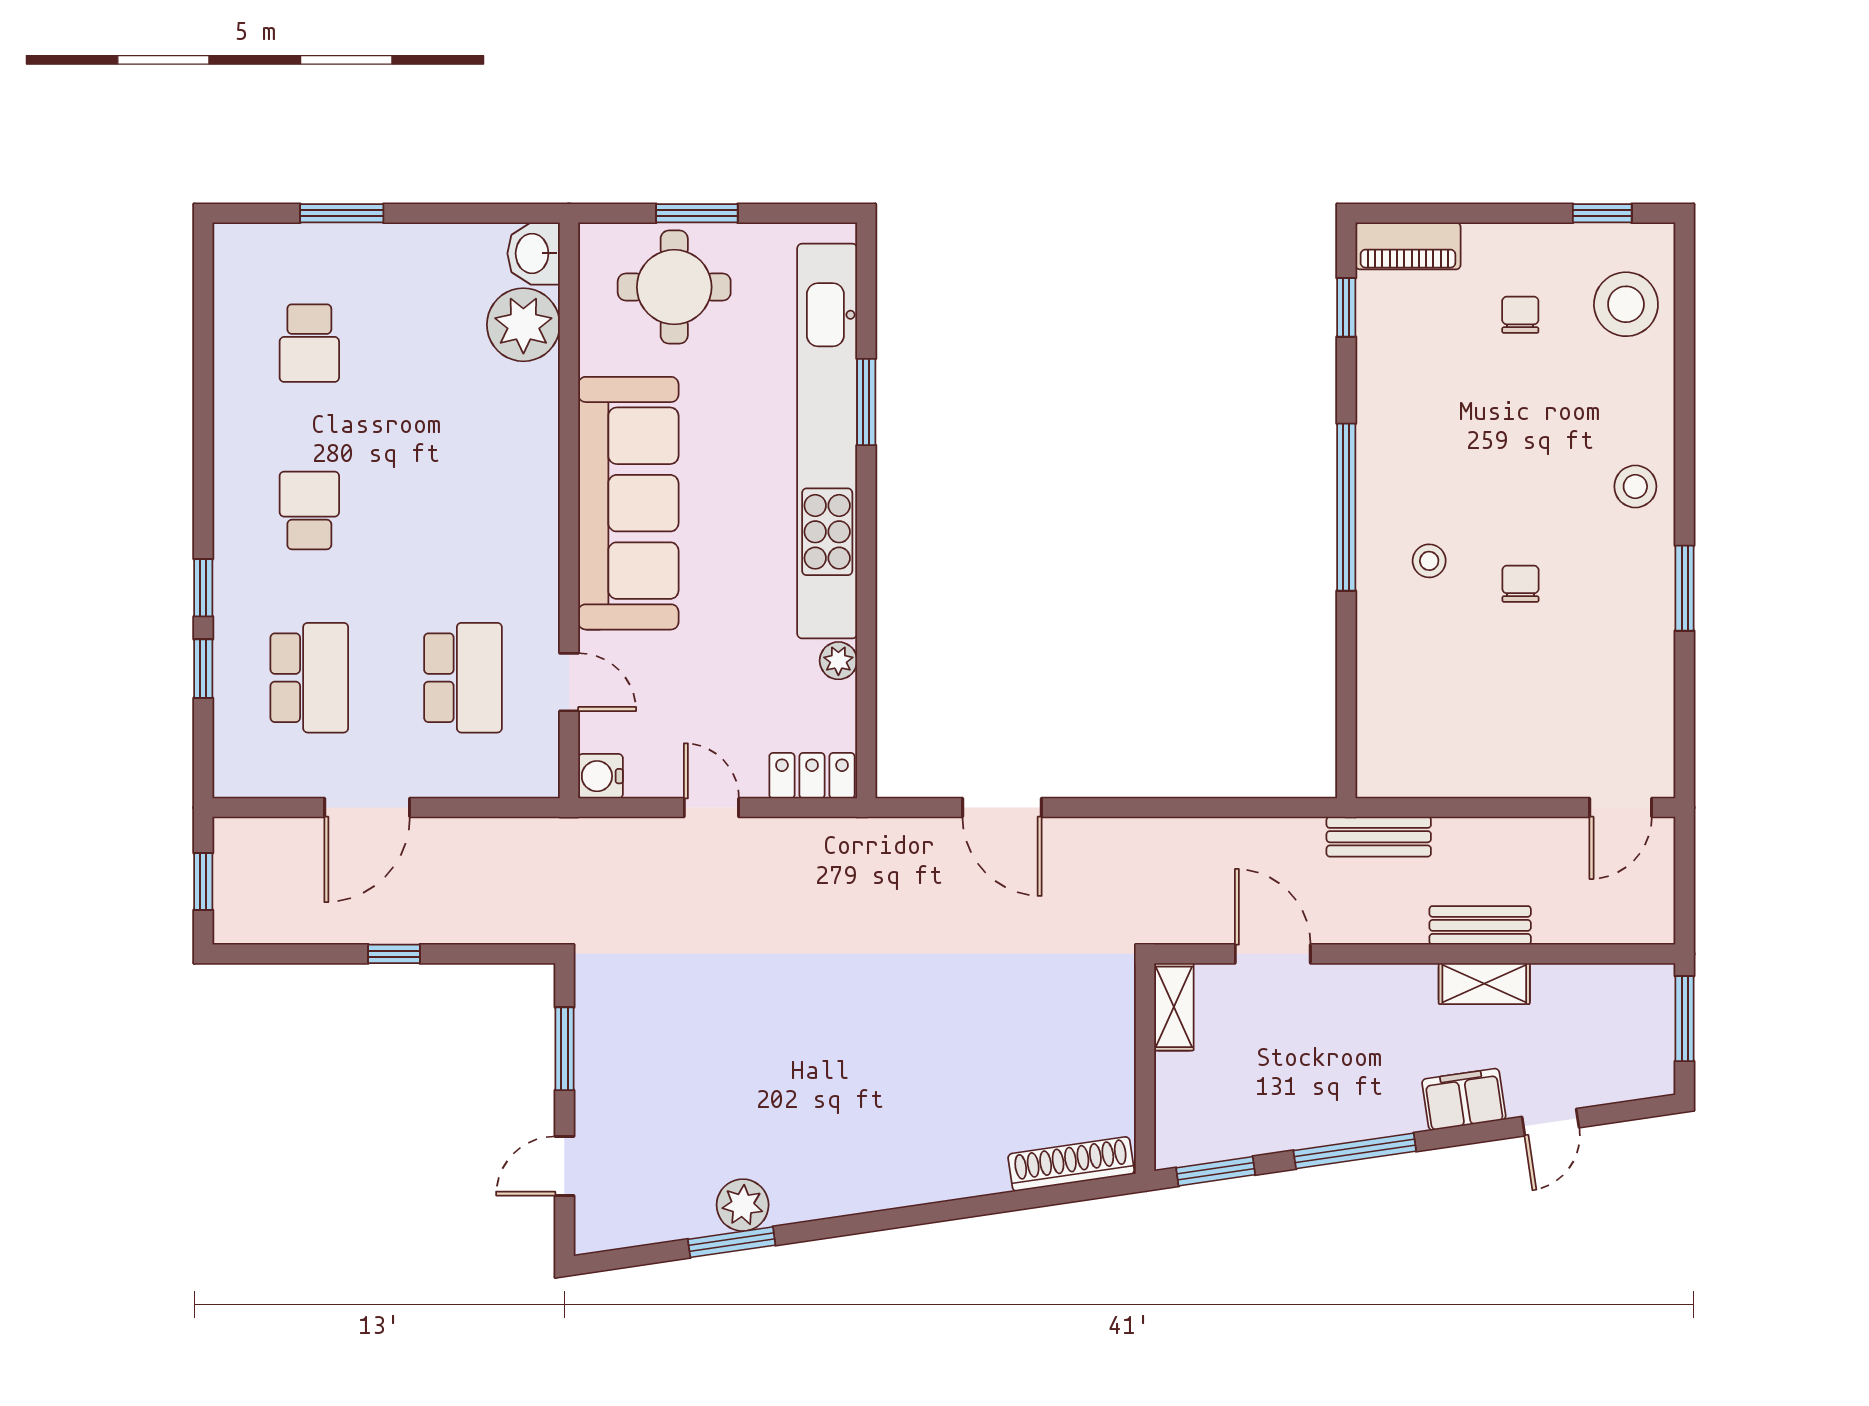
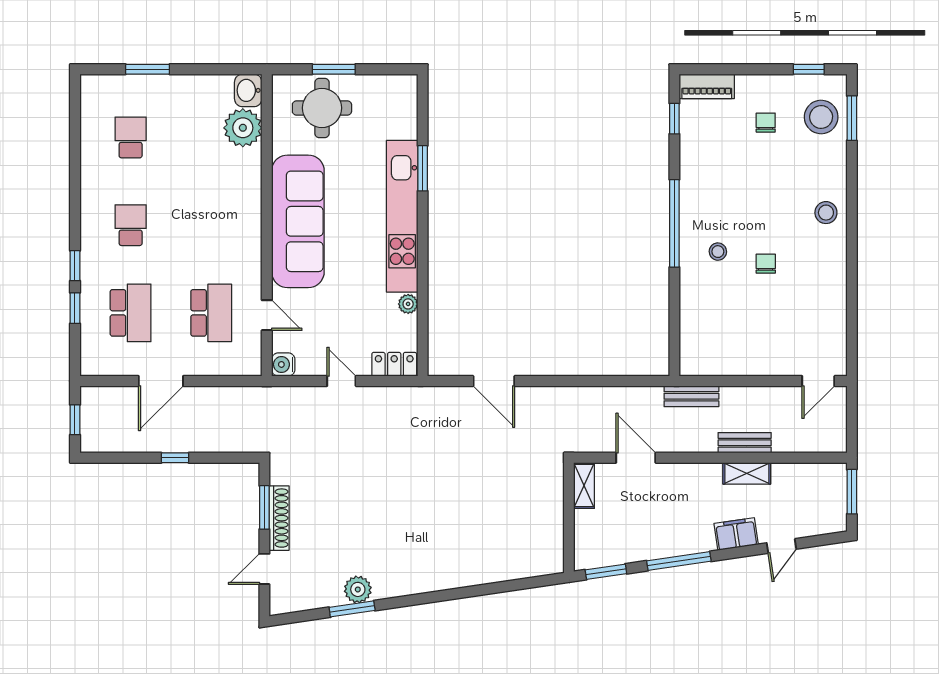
school desk: (309, 343) -> (131, 137), turned 180
kitchen unit: (827, 441) -> (402, 216), width x0.73
window: (1685, 588) -> (852, 118), moved
shoe rack: (1071, 1164) -> (279, 518), moved, turned 98

